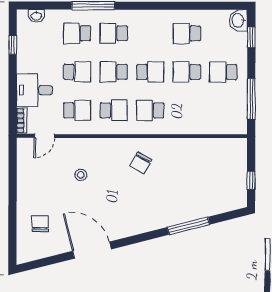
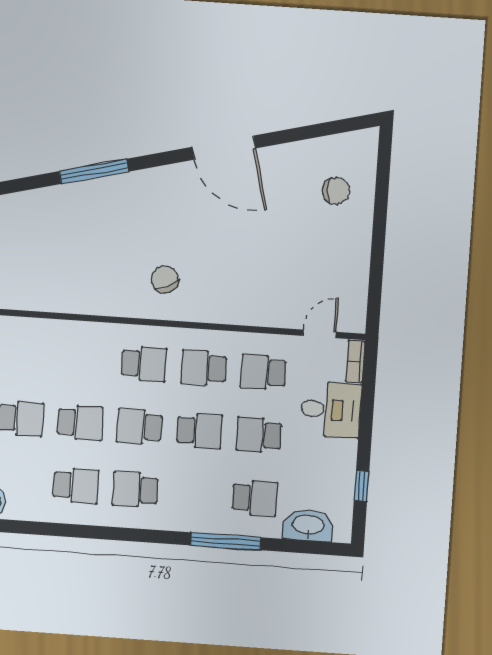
washbasin: (36, 16) -> (308, 525), width x1.91, depth x1.45
school desk: (114, 33) -> (135, 490), moved, turned 180
chair: (141, 163) -> (165, 279), turned -55
stool: (81, 175) -> (264, 266), removed
chair: (40, 224) -> (336, 191), turned -90
door: (92, 250) -> (224, 148), moved

